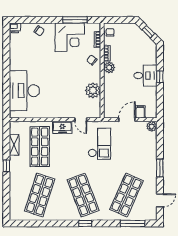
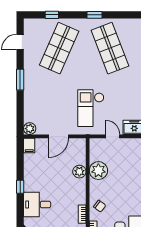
plant: (109, 67) -> (79, 172), moved
desk: (145, 76) -> (37, 204), moved
filing cabinet: (140, 112) -> (29, 145), moved
window: (85, 223) -> (95, 15), moved
window: (133, 223) -> (52, 15), width x0.46

